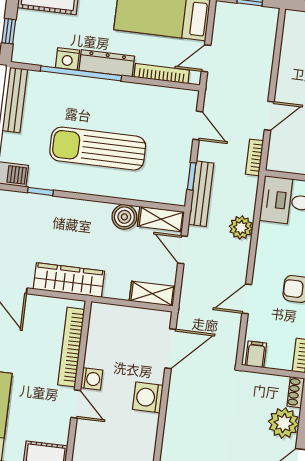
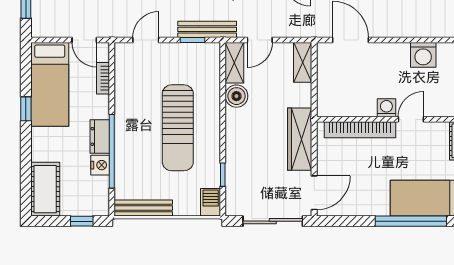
dresser: (107, 63) -> (100, 136), width x0.70
bookcase: (162, 74) -> (103, 78), width x0.64
washing machine: (148, 397) -> (423, 55), moved

